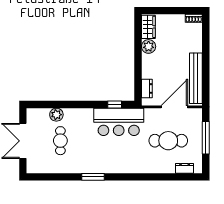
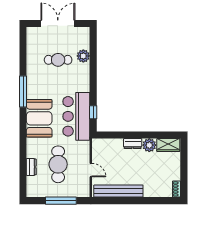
dresser: (147, 88) -> (133, 144), moved
door: (174, 107) -> (91, 170), width x0.53
booth: (121, 160) -> (39, 118), added
dresser: (185, 168) -> (31, 167), moved
window: (93, 177) -> (23, 91), width x1.44

